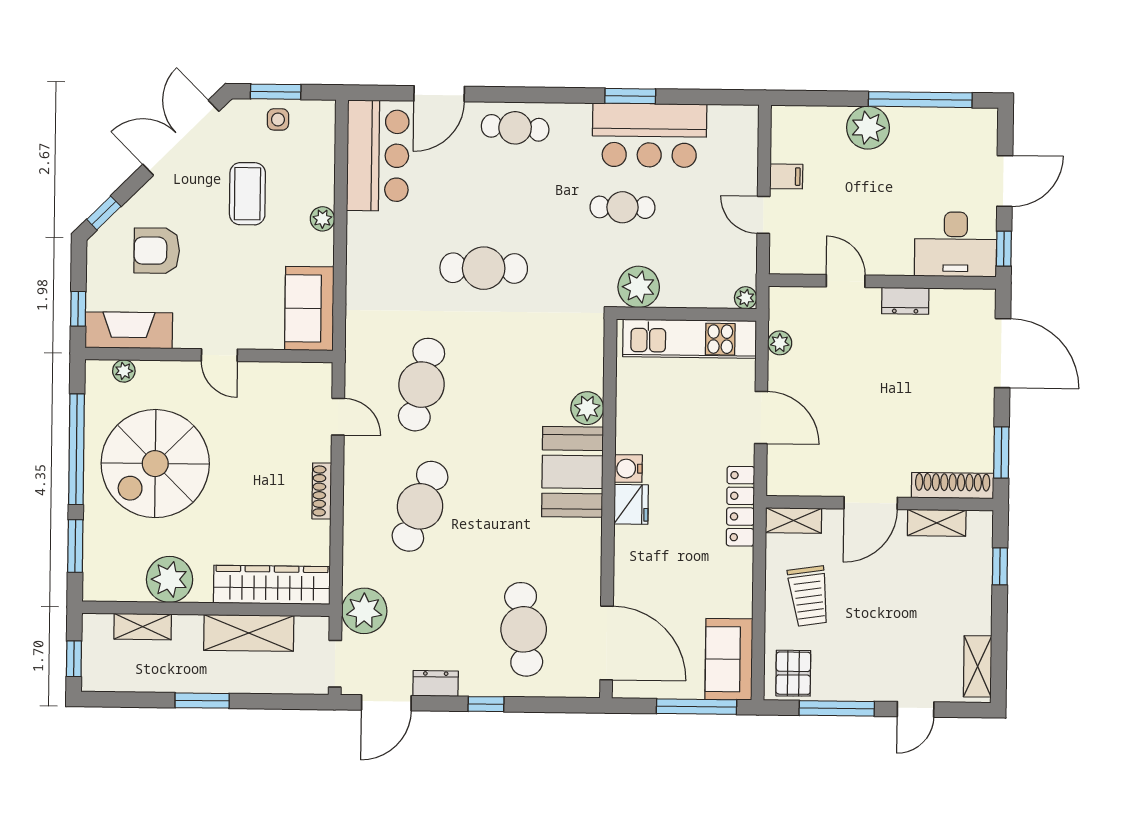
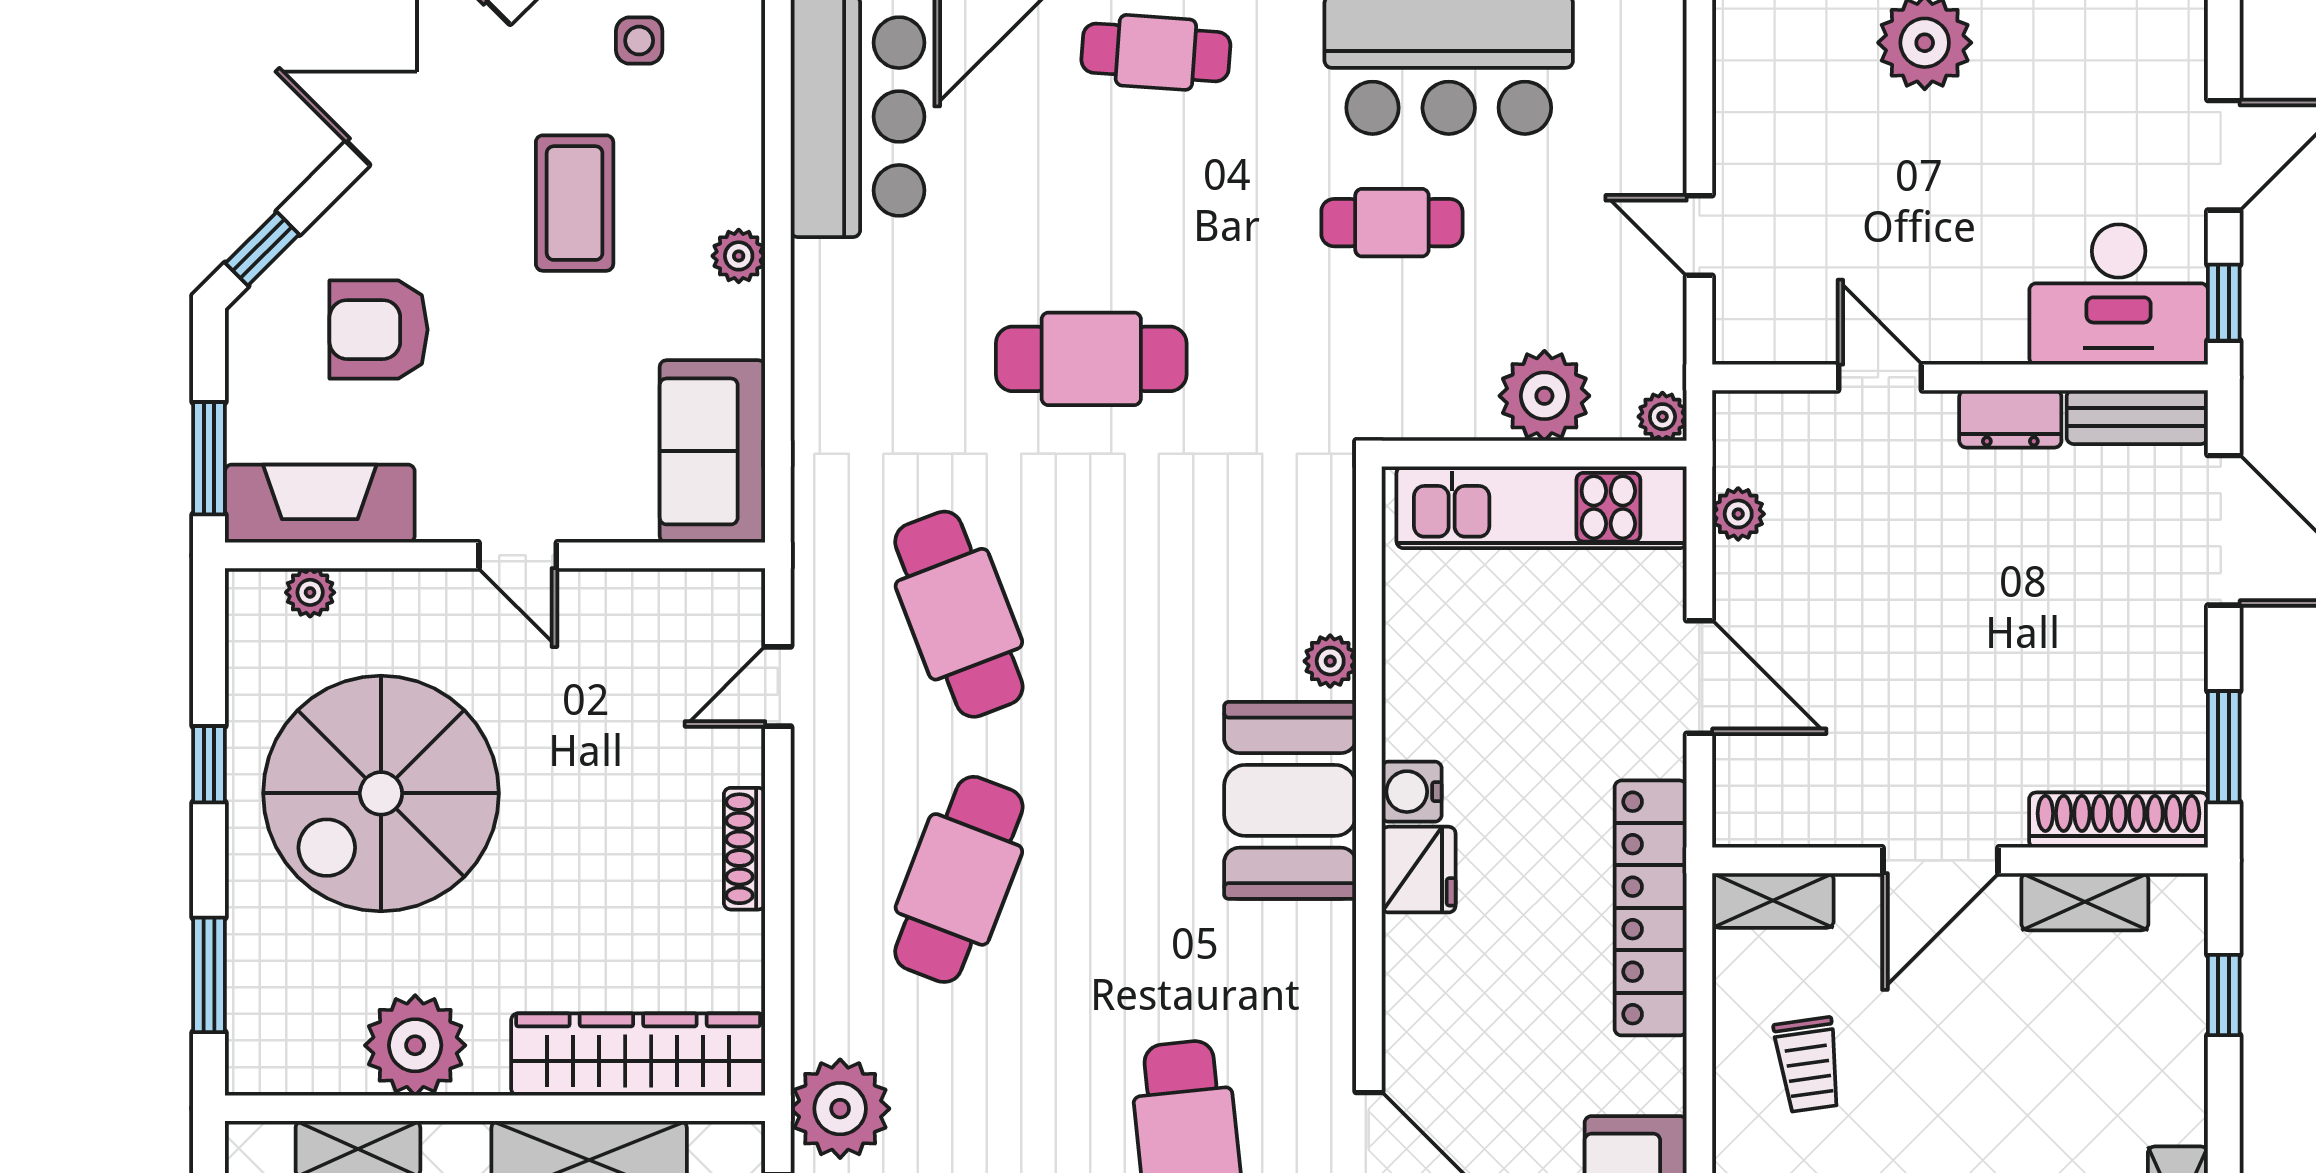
filing cabinet: (786, 176) -> (1748, 151), removed
plant: (639, 287) -> (1544, 396), moved
bench: (963, 301) -> (2137, 417), added
window: (78, 309) -> (209, 458), width x1.50
cafe table: (422, 385) -> (959, 614), turned -33
plant: (587, 408) -> (1330, 661), width x0.73, depth x0.73
door: (338, 417) -> (778, 686), swing flipped
window: (76, 449) -> (209, 764), width x0.32
locker: (740, 506) -> (1651, 908), width x1.41, depth x1.21
trolley: (809, 596) -> (1808, 1065), width x0.73, depth x0.72

